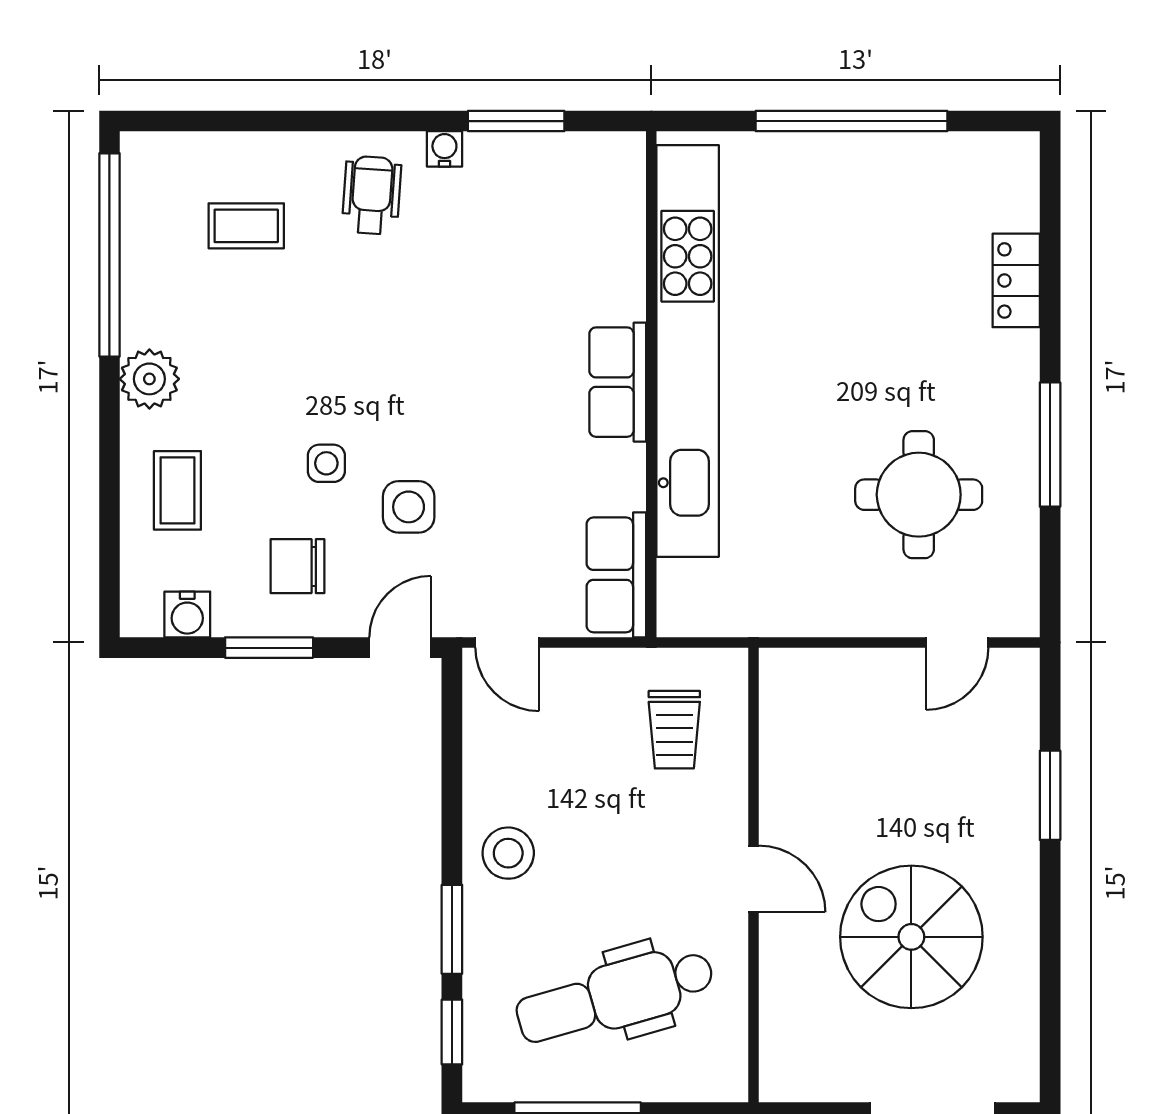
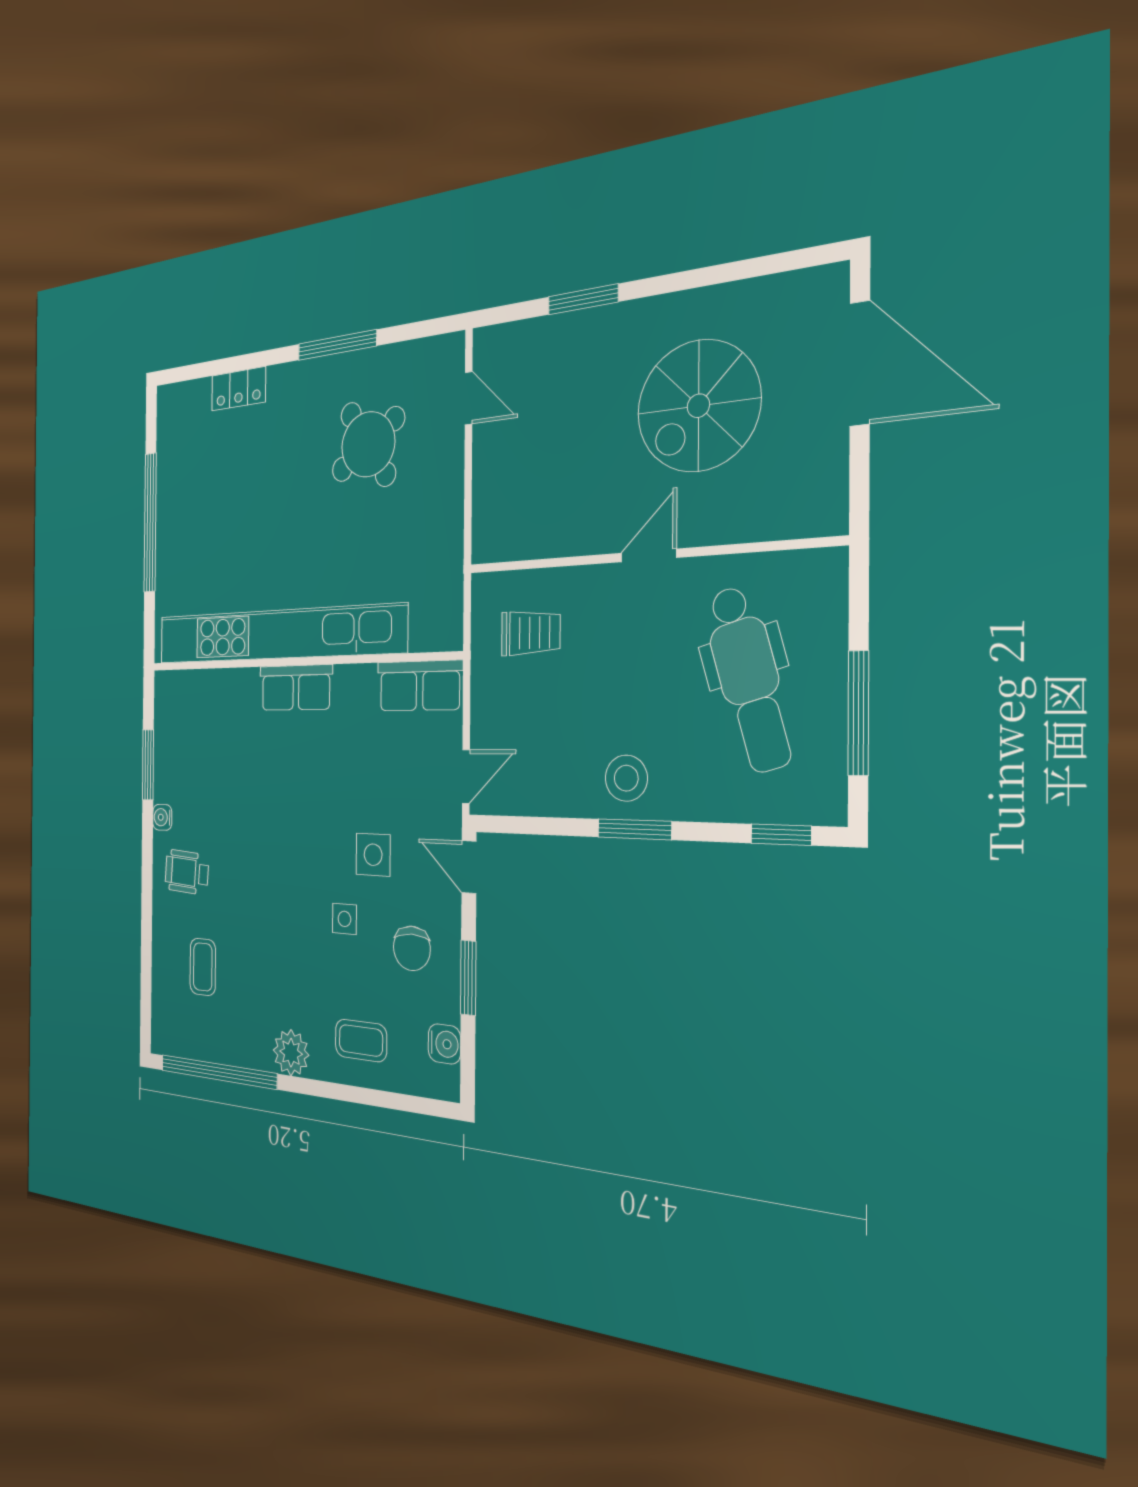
round table: (919, 495) -> (368, 444), turned -34
window: (452, 929) -> (634, 829), moved

